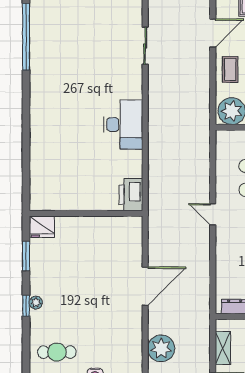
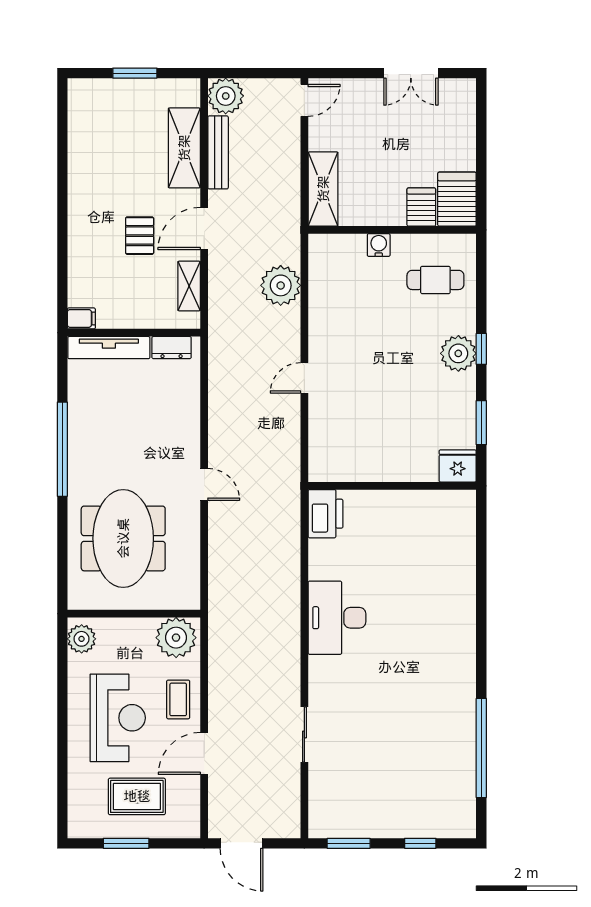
door: (145, 286) -> (304, 378), width x0.53
plant: (36, 303) -> (458, 353), width x1.88, depth x1.88

